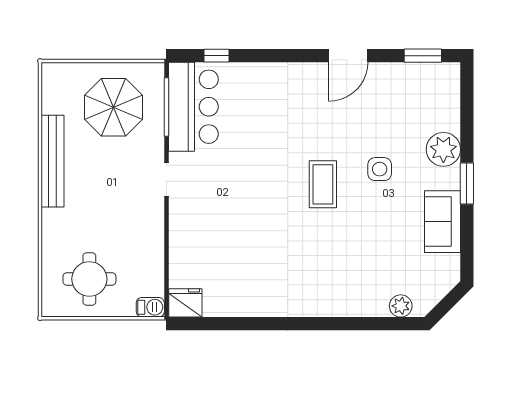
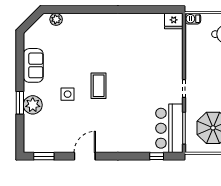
window: (467, 183) -> (20, 103), moved

